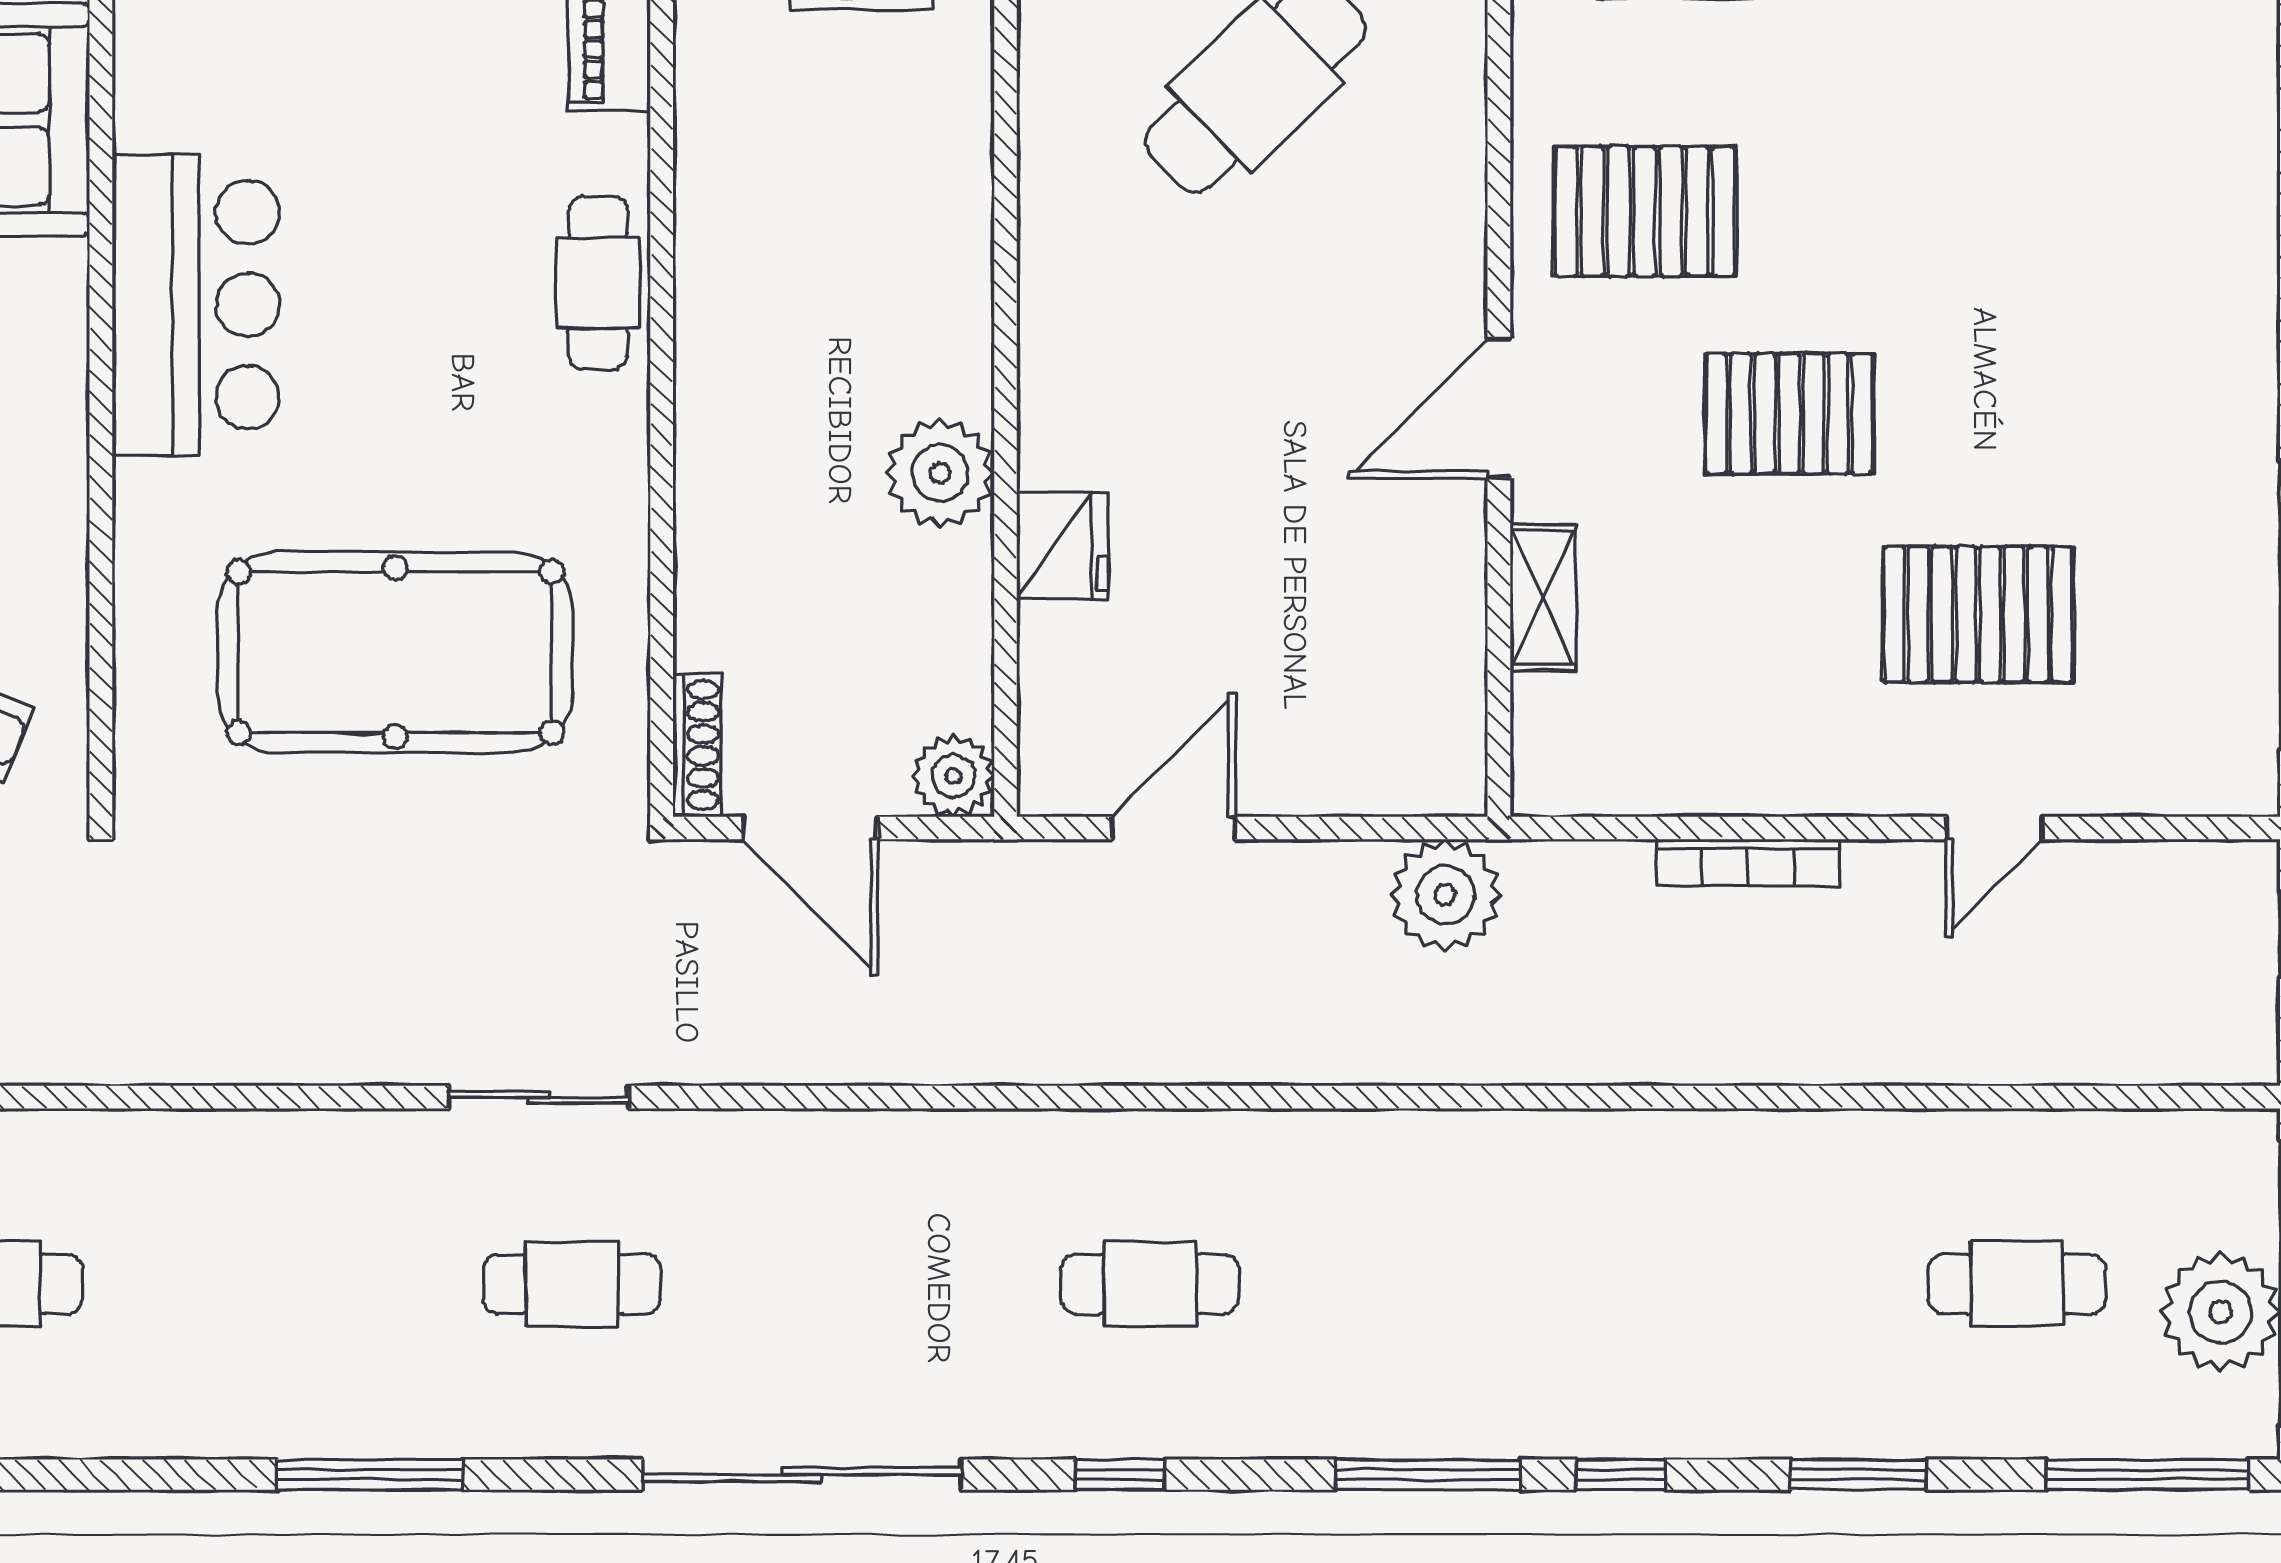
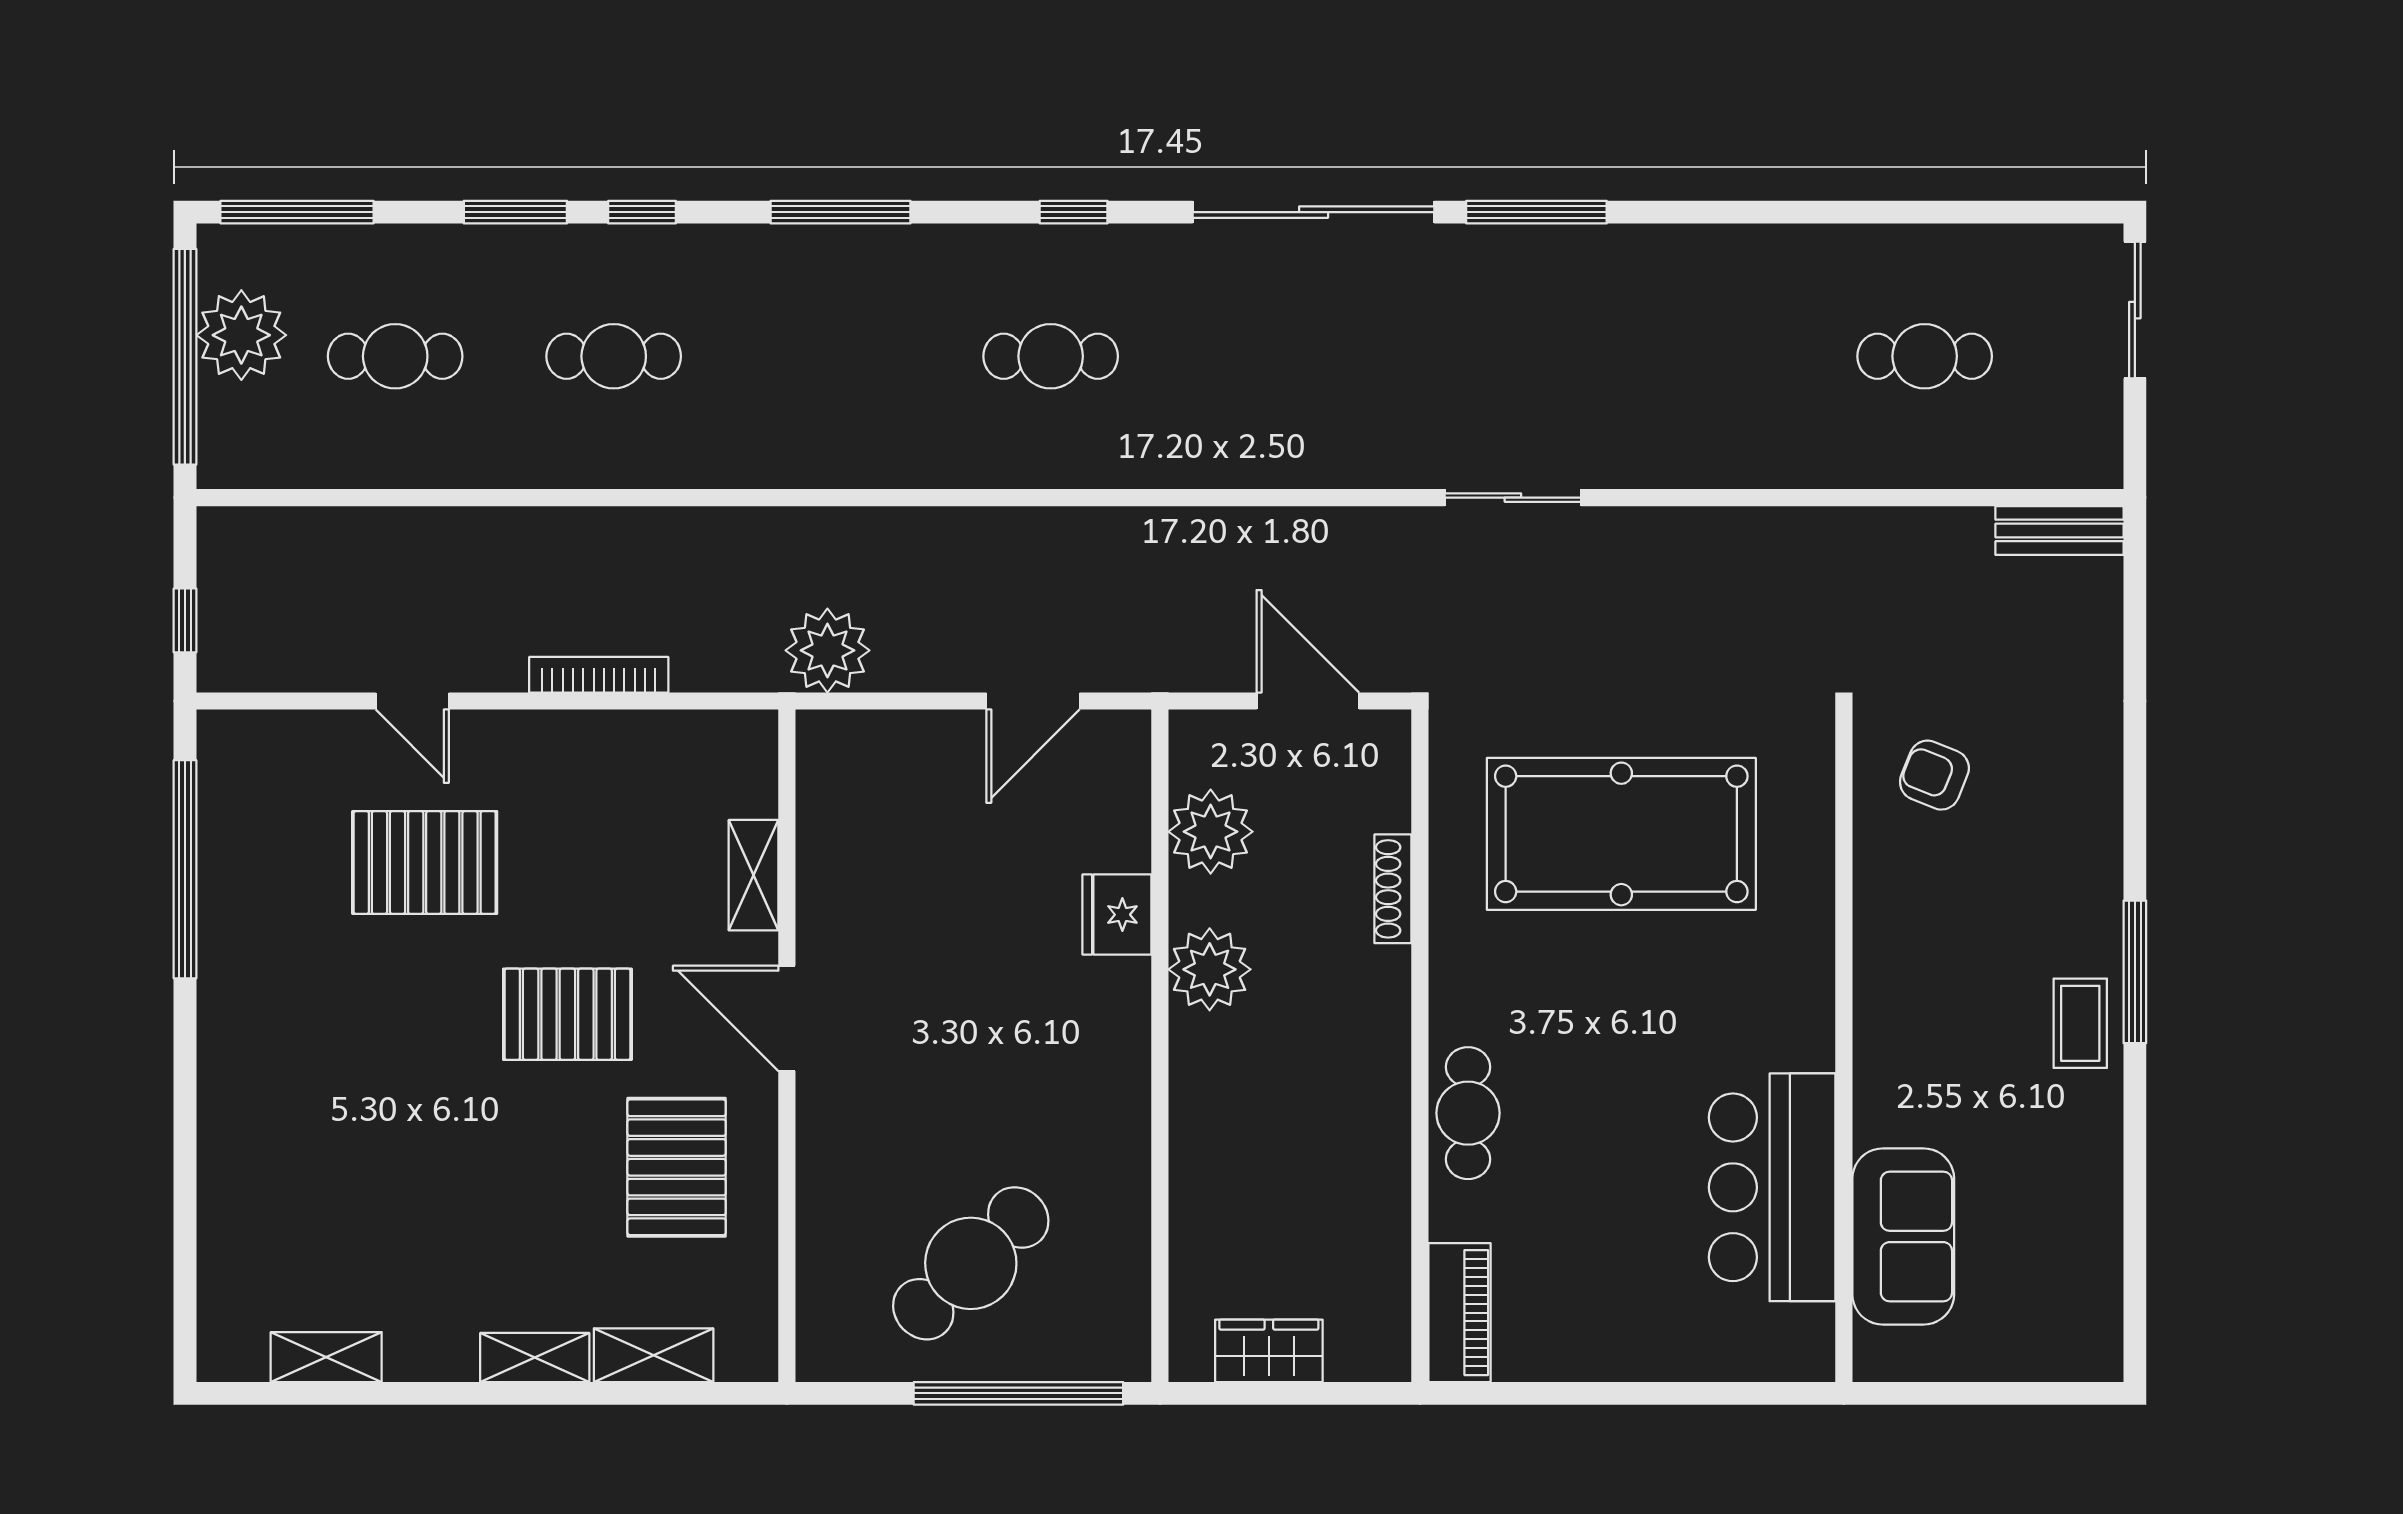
pallet: (1645, 211) -> (677, 1167), turned 90
bar counter: (196, 305) -> (1772, 1187), moved
door: (1499, 408) -> (787, 1018), swing flipped
shoe rack: (697, 745) -> (1393, 889), moved
plant: (953, 776) -> (1211, 832), moved, width x1.36, depth x1.36
door: (1994, 828) -> (412, 701), swing flipped
cafe table: (572, 1284) -> (614, 356), moved
window: (370, 1475) -> (1536, 212), moved
window: (1620, 1475) -> (642, 212), moved

